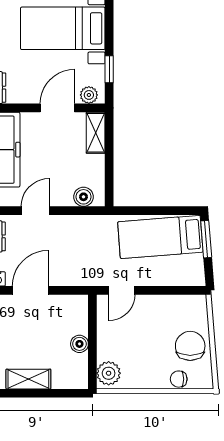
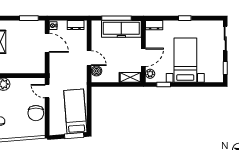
door: (57, 108) -> (143, 57), hinge flipped
door: (35, 211) -> (89, 58), moved
boiler: (79, 344) -> (19, 69), removed
chair: (190, 346) -> (36, 113), moved, turned 90

